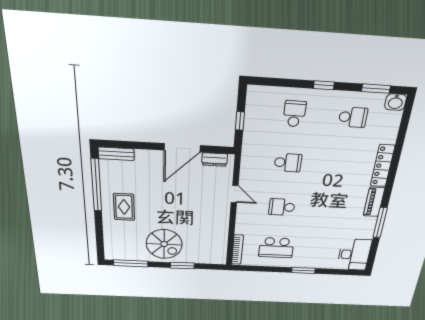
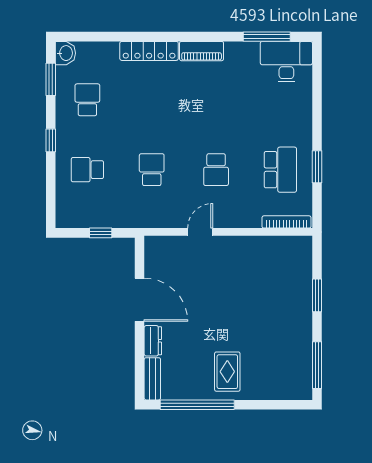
dresser: (215, 159) -> (153, 341), moved
rug: (124, 207) -> (227, 372), turned 90
window: (380, 223) -> (267, 37), moved
spiral stairs: (164, 244) -> (282, 320), removed
window: (303, 270) -> (317, 167), moved

